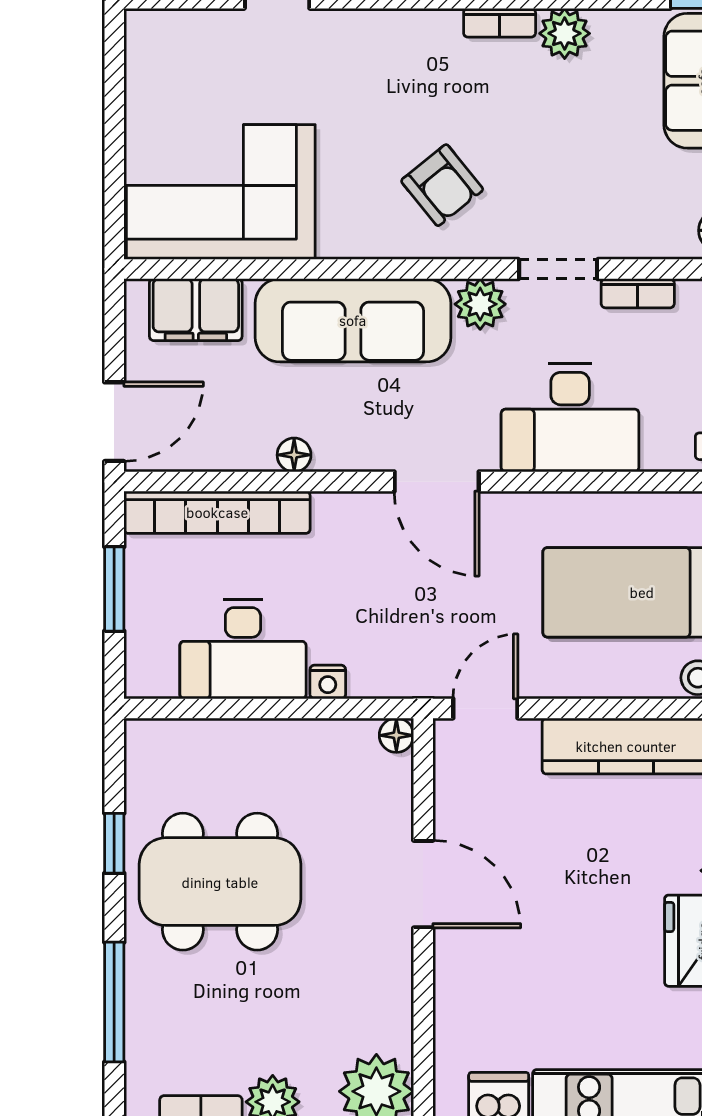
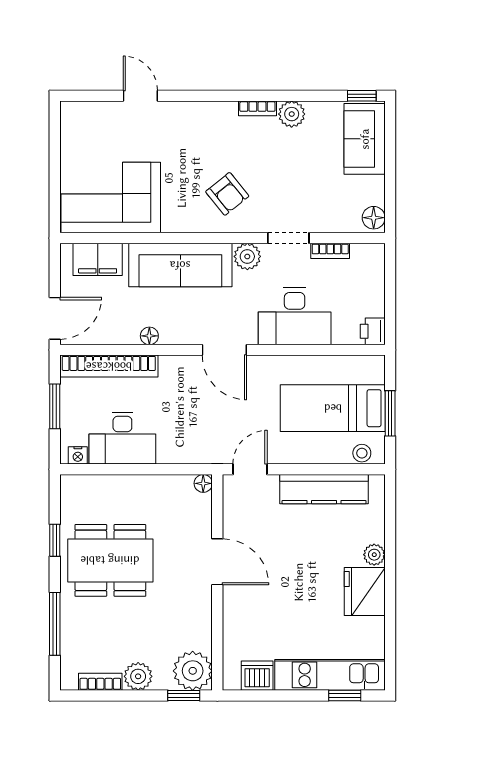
nightstand: (328, 682) -> (78, 455), moved

